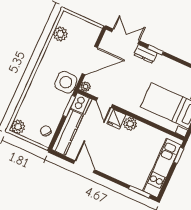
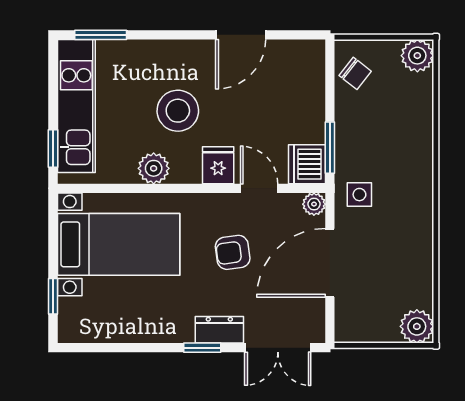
plant: (60, 34) -> (417, 326), moved
side table: (66, 82) -> (359, 195), width x0.54, depth x0.54
armchair: (126, 82) -> (233, 252), added
plant: (130, 124) -> (154, 168), moved
kitchen counter: (67, 132) -> (308, 91), removed
stool: (123, 148) -> (178, 111), added
door: (84, 167) -> (241, 35), hinge flipped

